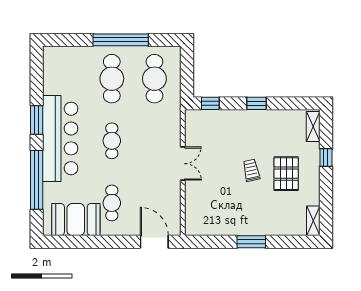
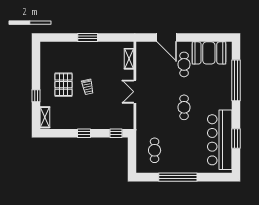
cafe table: (112, 79) -> (184, 150), removed
cafe table: (154, 79) -> (155, 150), width x0.73, depth x0.74
window: (37, 120) -> (236, 139), moved
bar counter: (60, 138) -> (220, 140), moved
shelving: (313, 221) -> (129, 59), moved
door: (154, 242) -> (167, 38), moved

